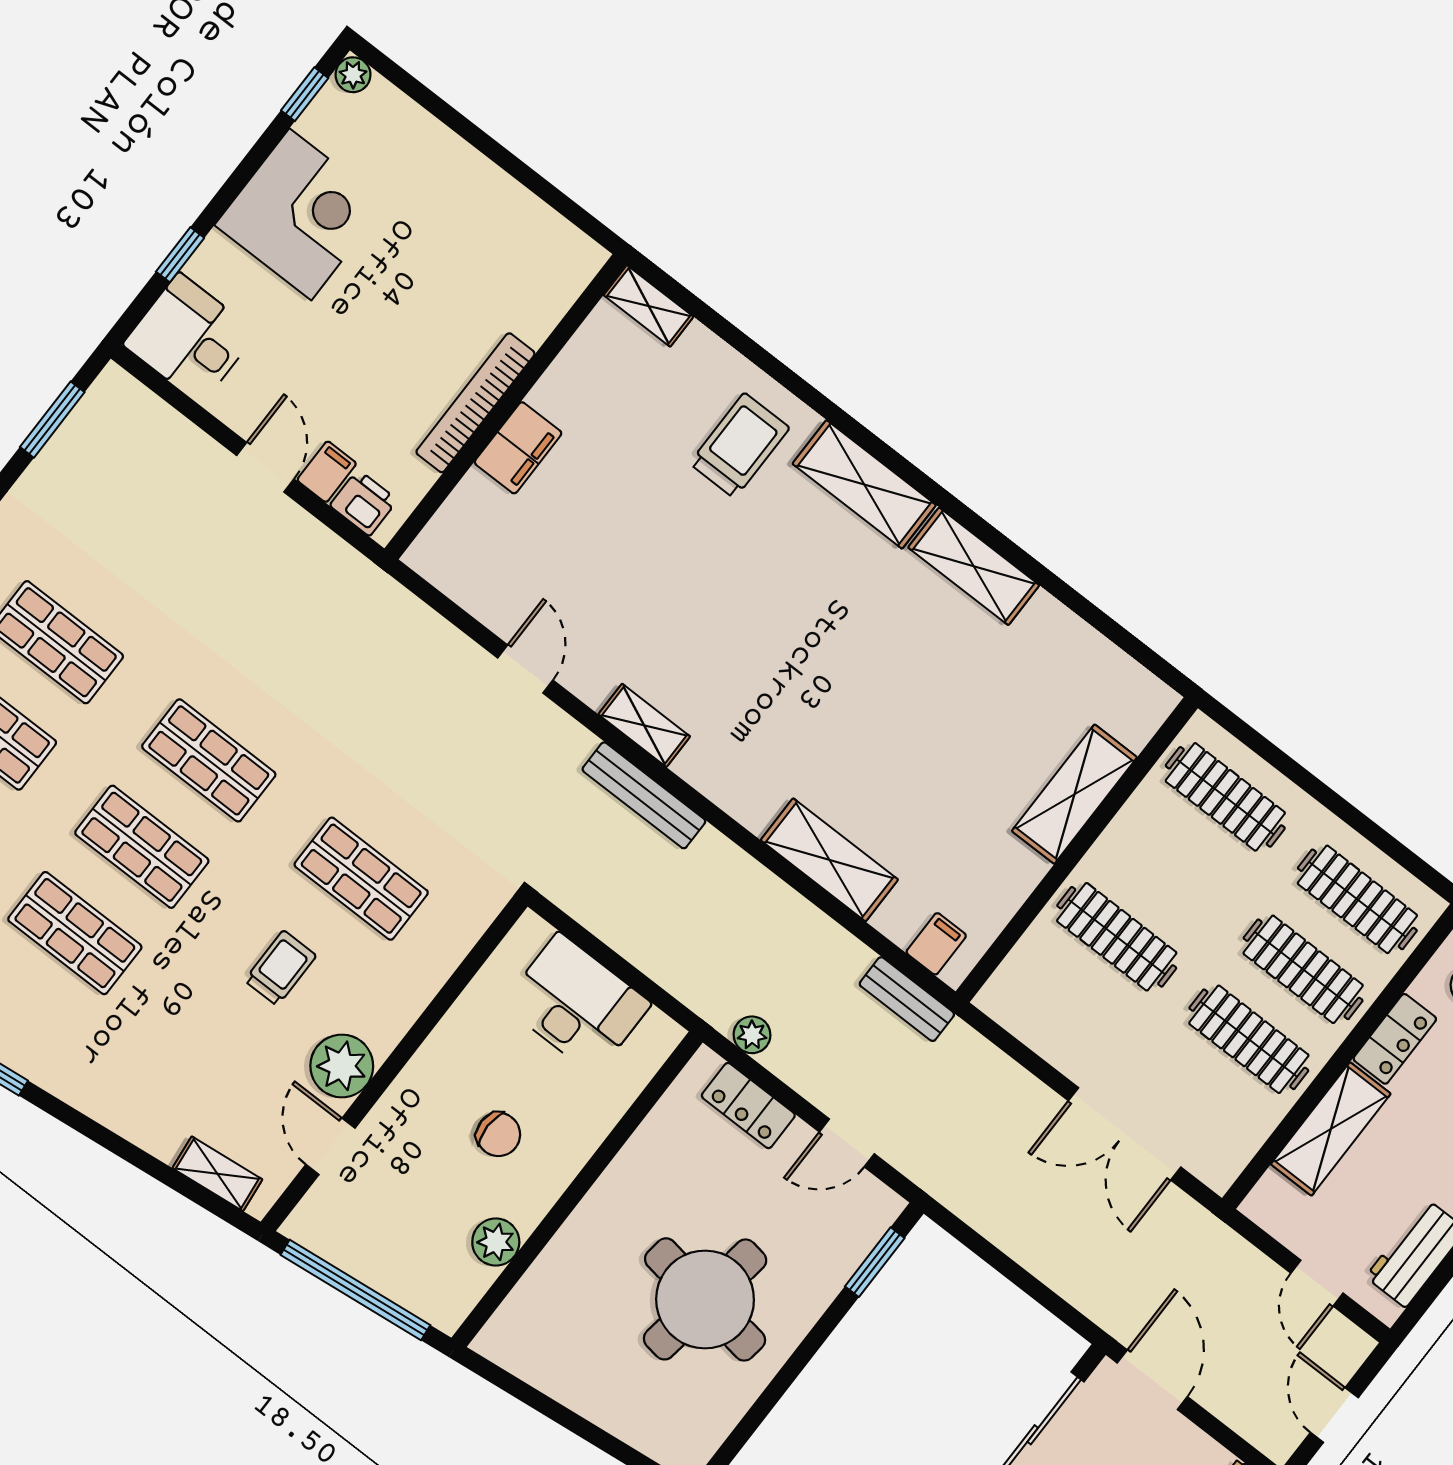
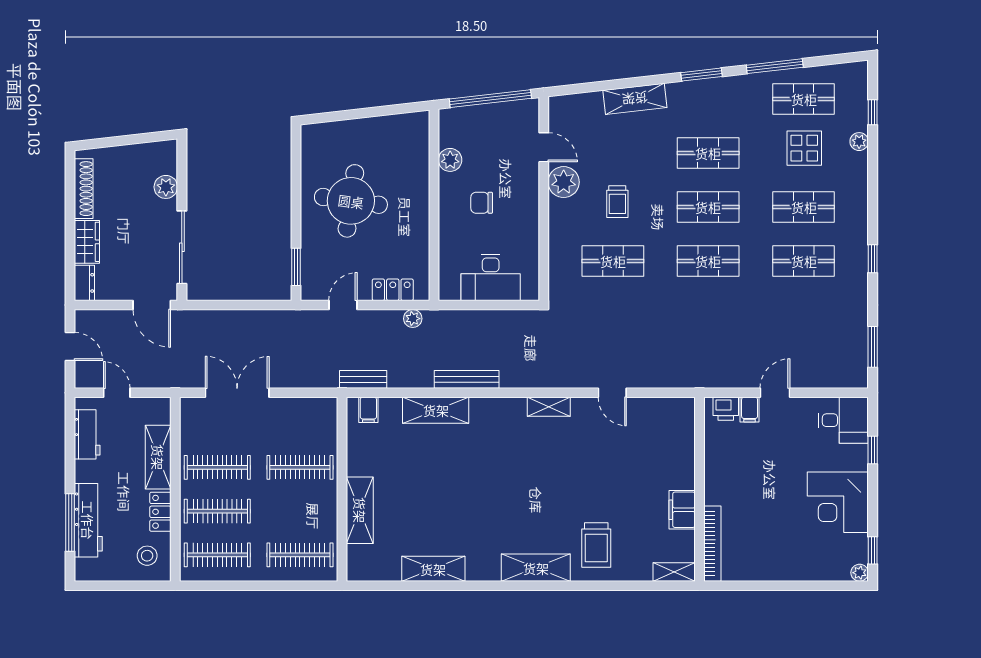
bookcase: (475, 403) -> (712, 544), moved
filing cabinet: (518, 448) -> (682, 510), moved
door: (265, 467) -> (775, 393), swing flipped
shelving: (974, 566) -> (433, 569), moved
bench: (644, 795) -> (467, 379), moved
shelving: (217, 1174) -> (635, 99), moved, width x1.50, depth x1.33

